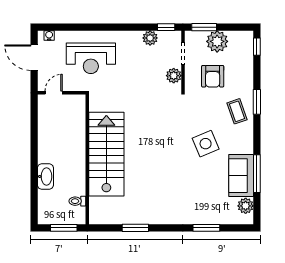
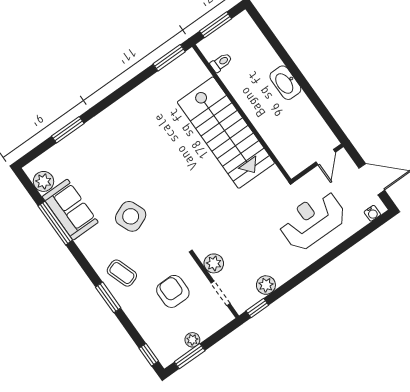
window: (204, 27) -> (190, 356), moved
plant: (217, 41) -> (192, 340), width x0.53, depth x0.53
washbasin: (45, 176) -> (285, 83), moved
window: (135, 228) -> (169, 58), moved

